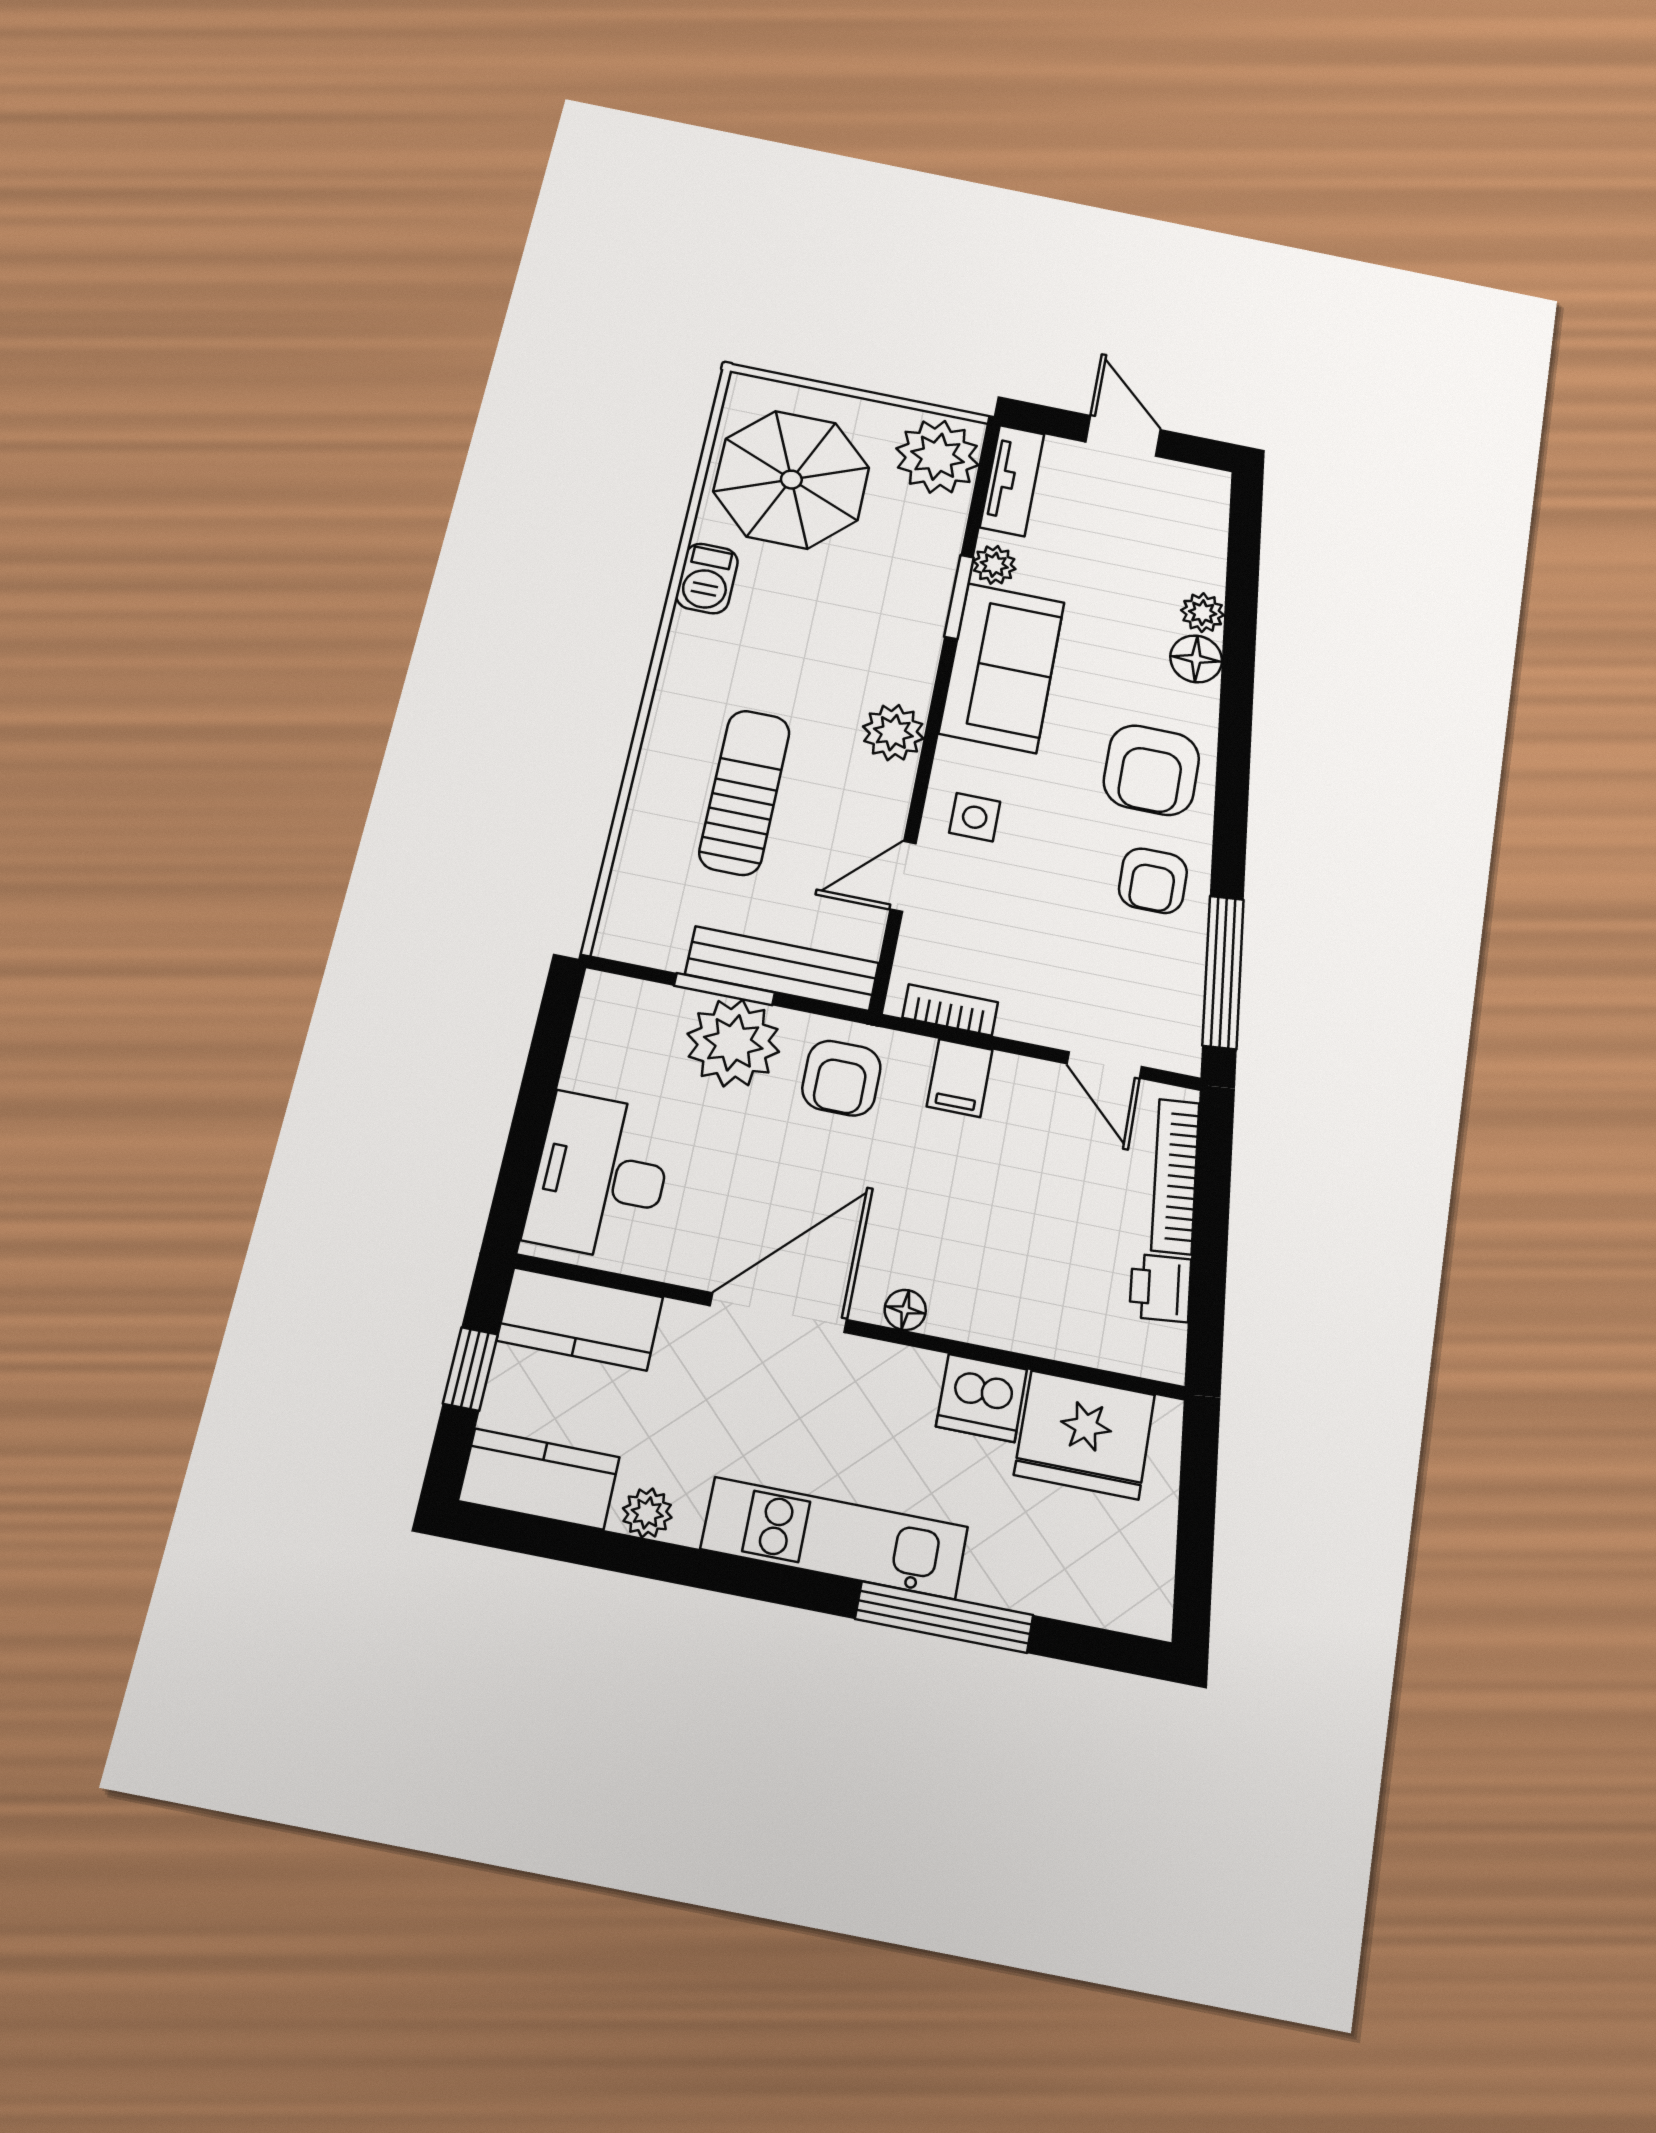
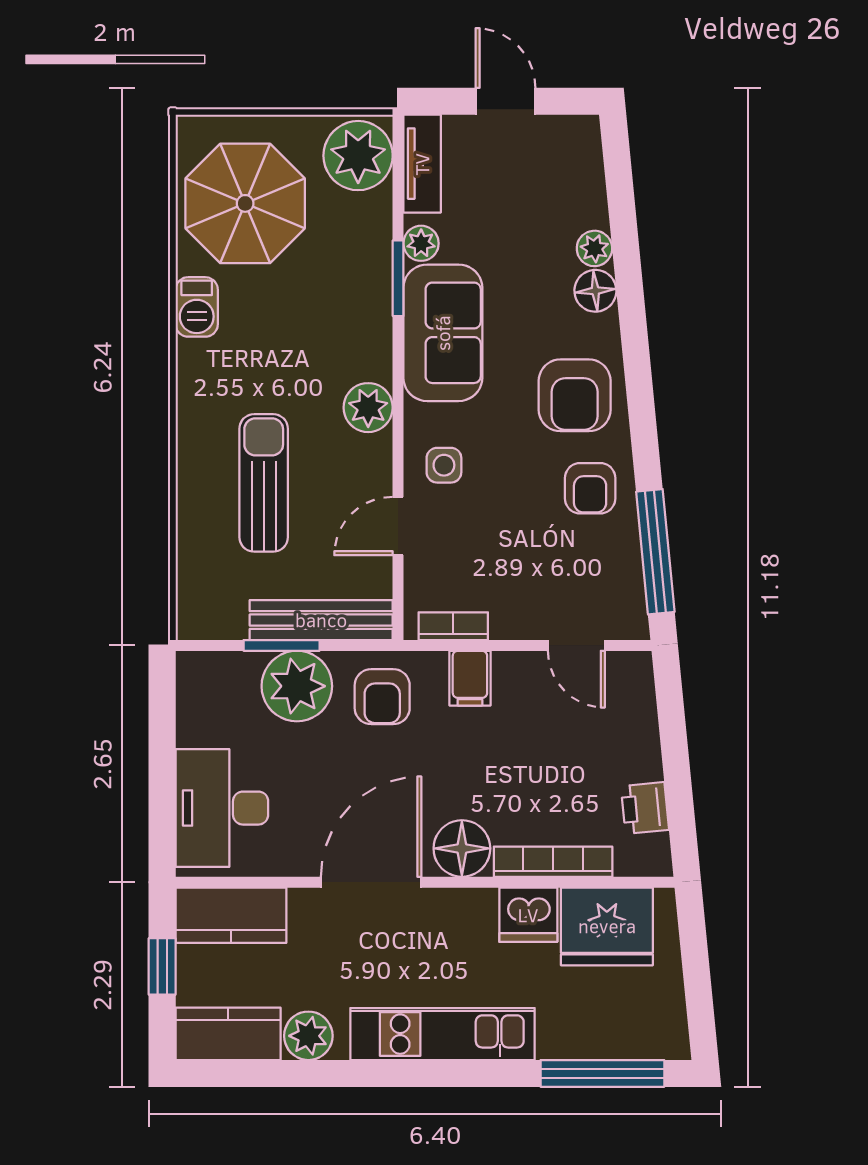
bookcase: (1175, 1176) -> (553, 862), moved, turned 96
floor lamp: (905, 1310) -> (462, 848), width x1.89, depth x1.89
plant: (647, 1513) -> (308, 1036), width x1.38, depth x1.38
window: (944, 1617) -> (602, 1073), moved

